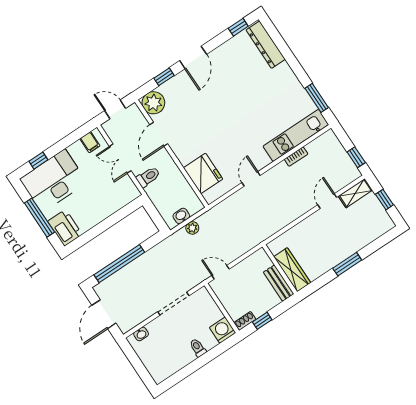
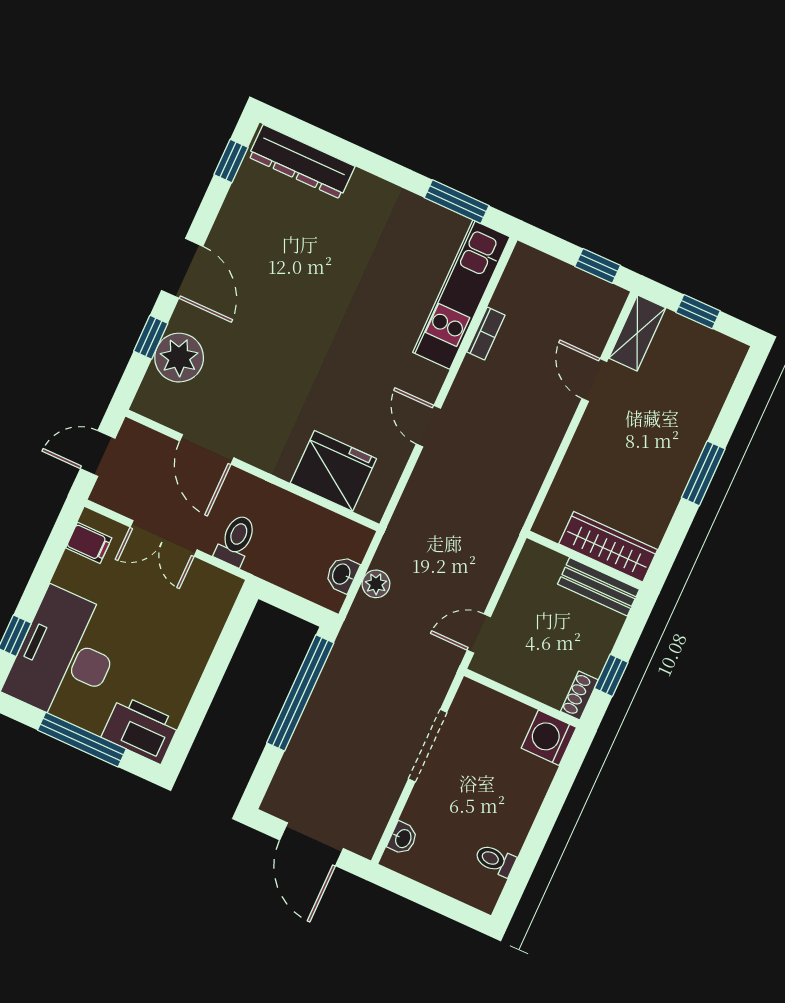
plant: (153, 103) -> (179, 358), moved
window: (119, 264) -> (300, 693), moved
toilet: (198, 348) -> (495, 860), moved

